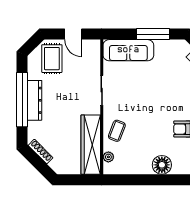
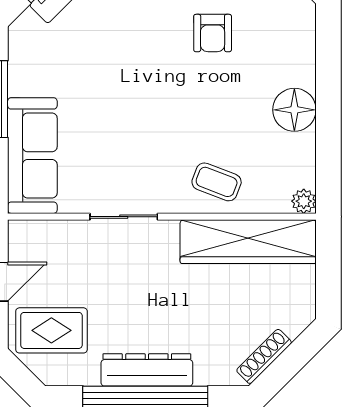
plant: (108, 157) -> (304, 201), moved
floor lamp: (162, 165) -> (294, 110), moved

